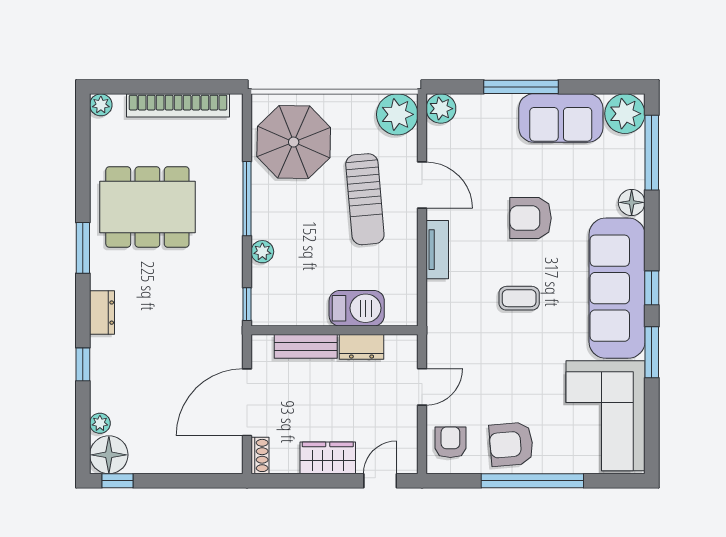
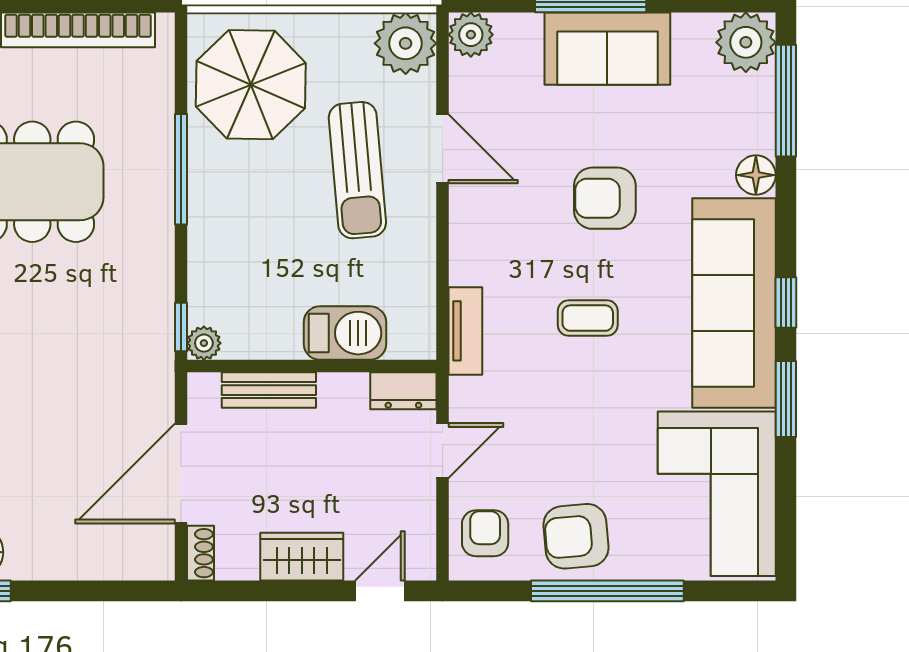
sofa: (561, 118) -> (607, 49), moved
tv unit: (437, 250) -> (465, 331), moved
plant: (262, 252) -> (204, 343), moved
dresser: (362, 347) -> (403, 391), moved

